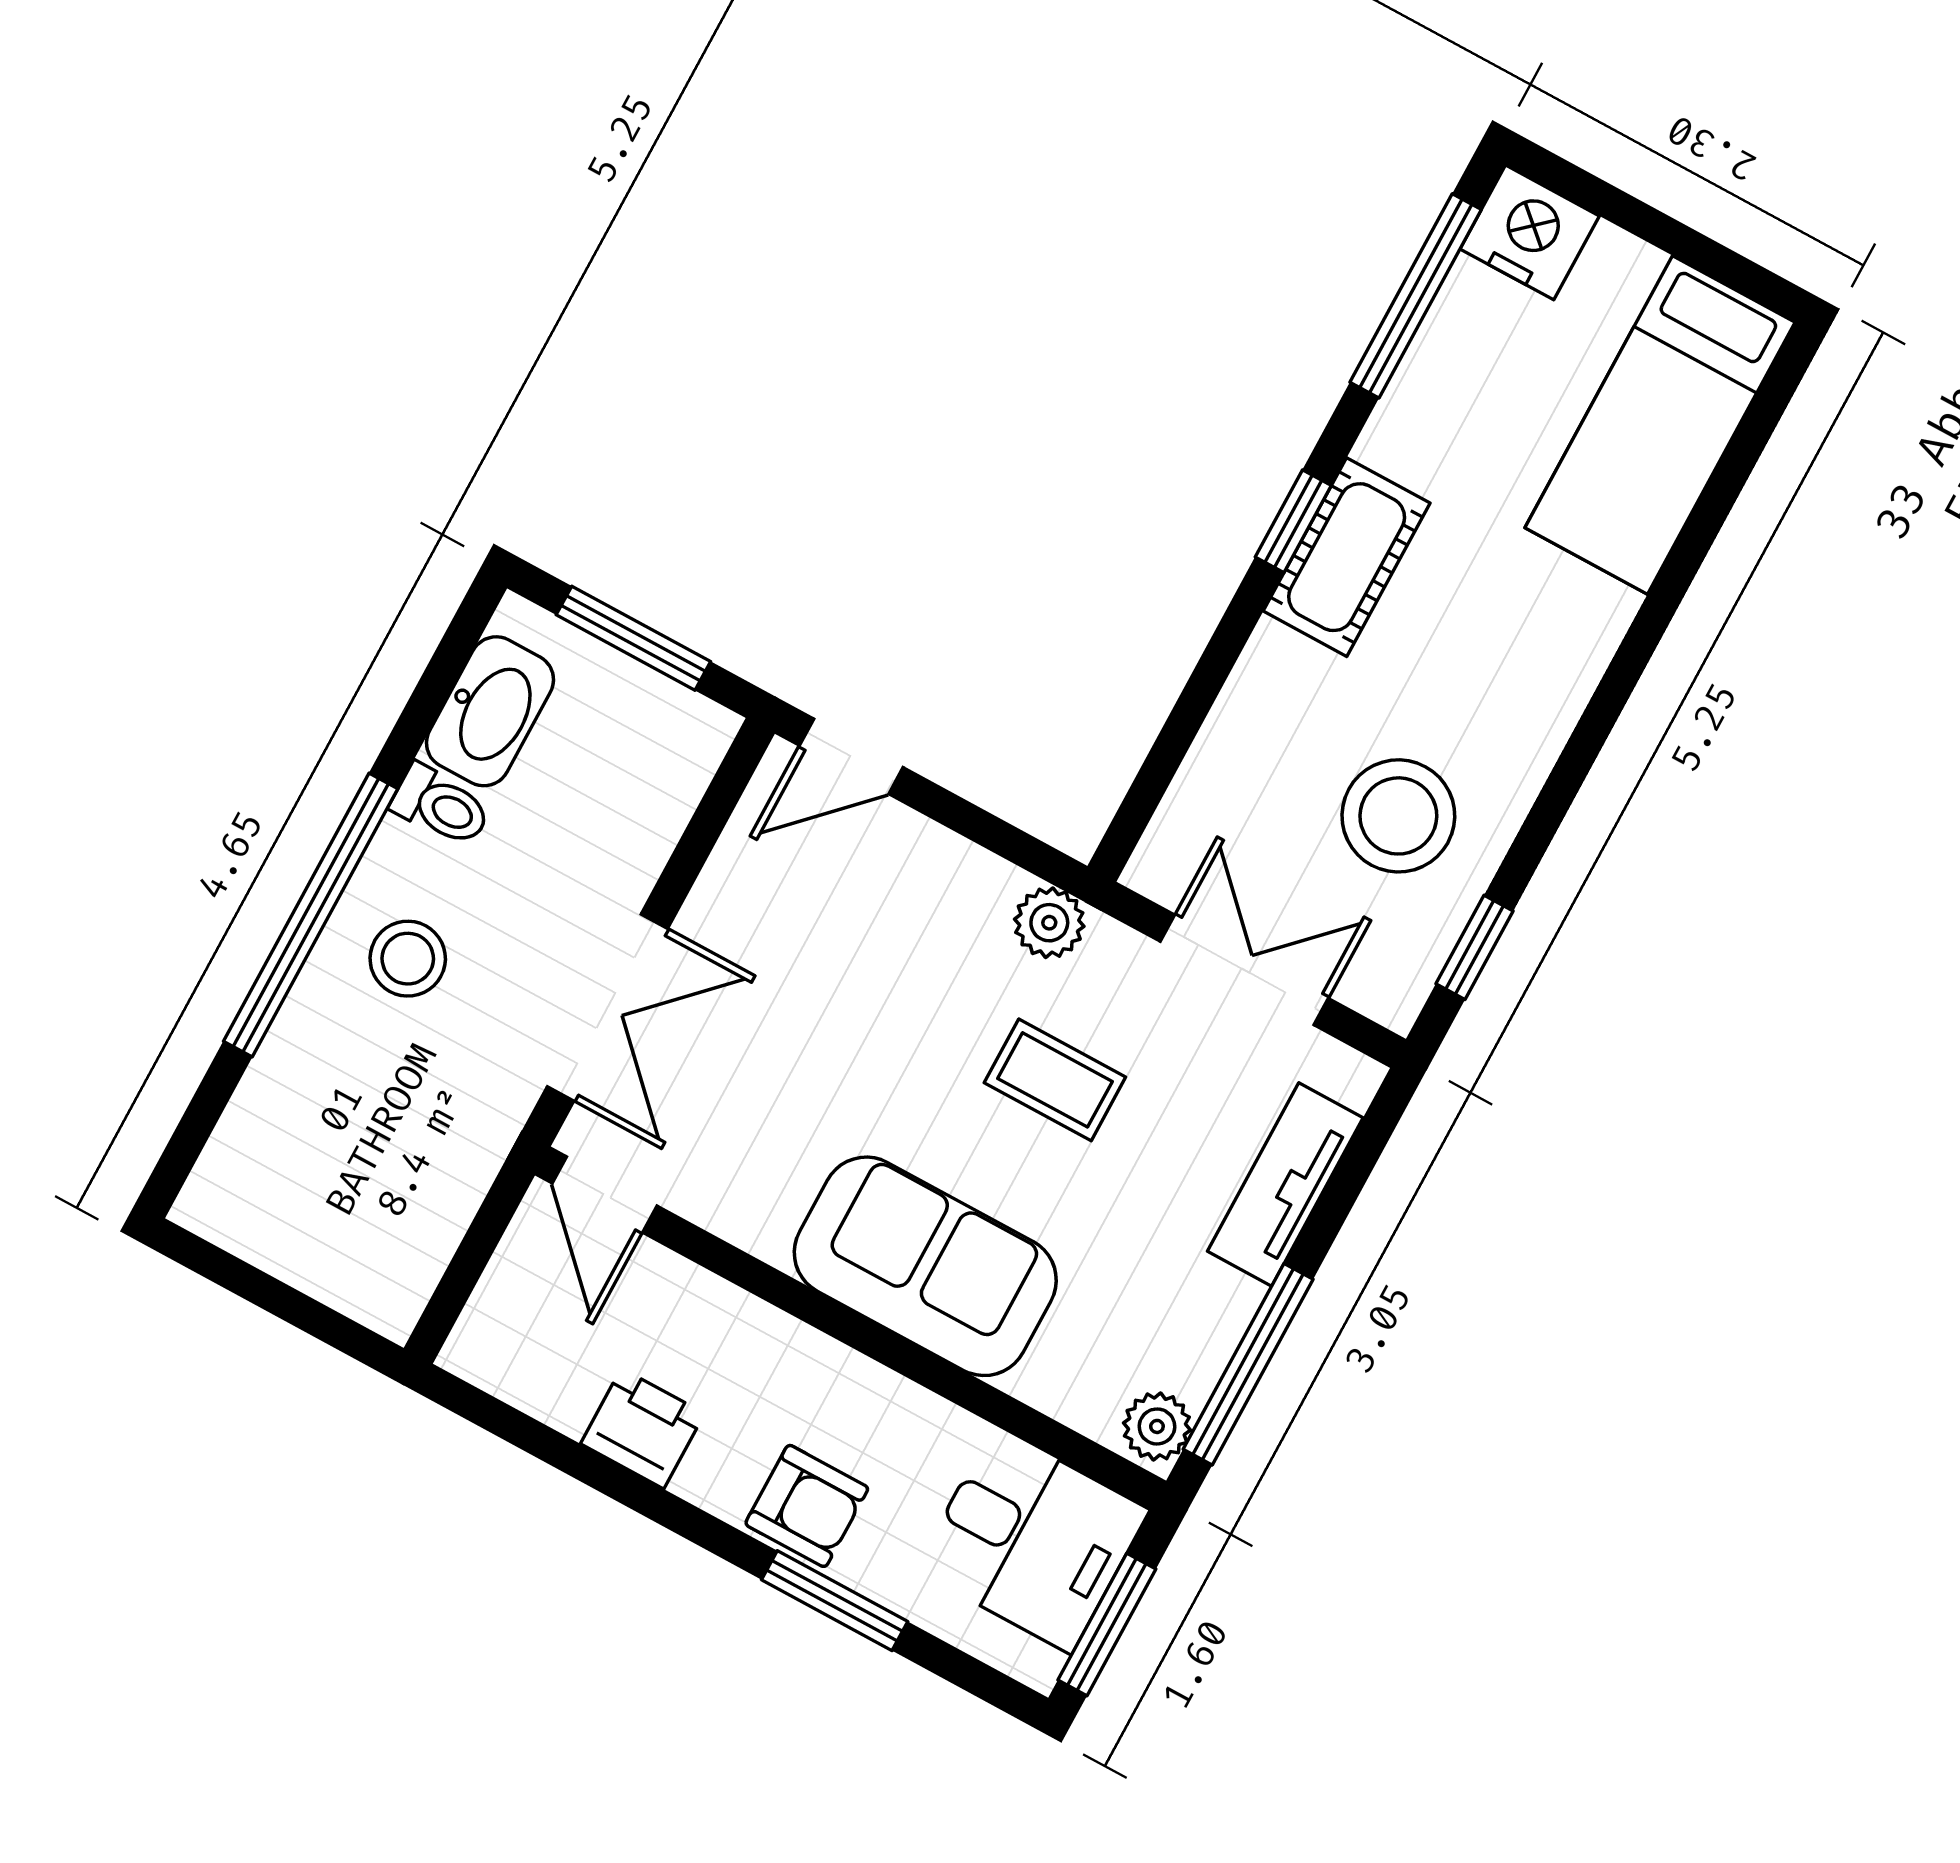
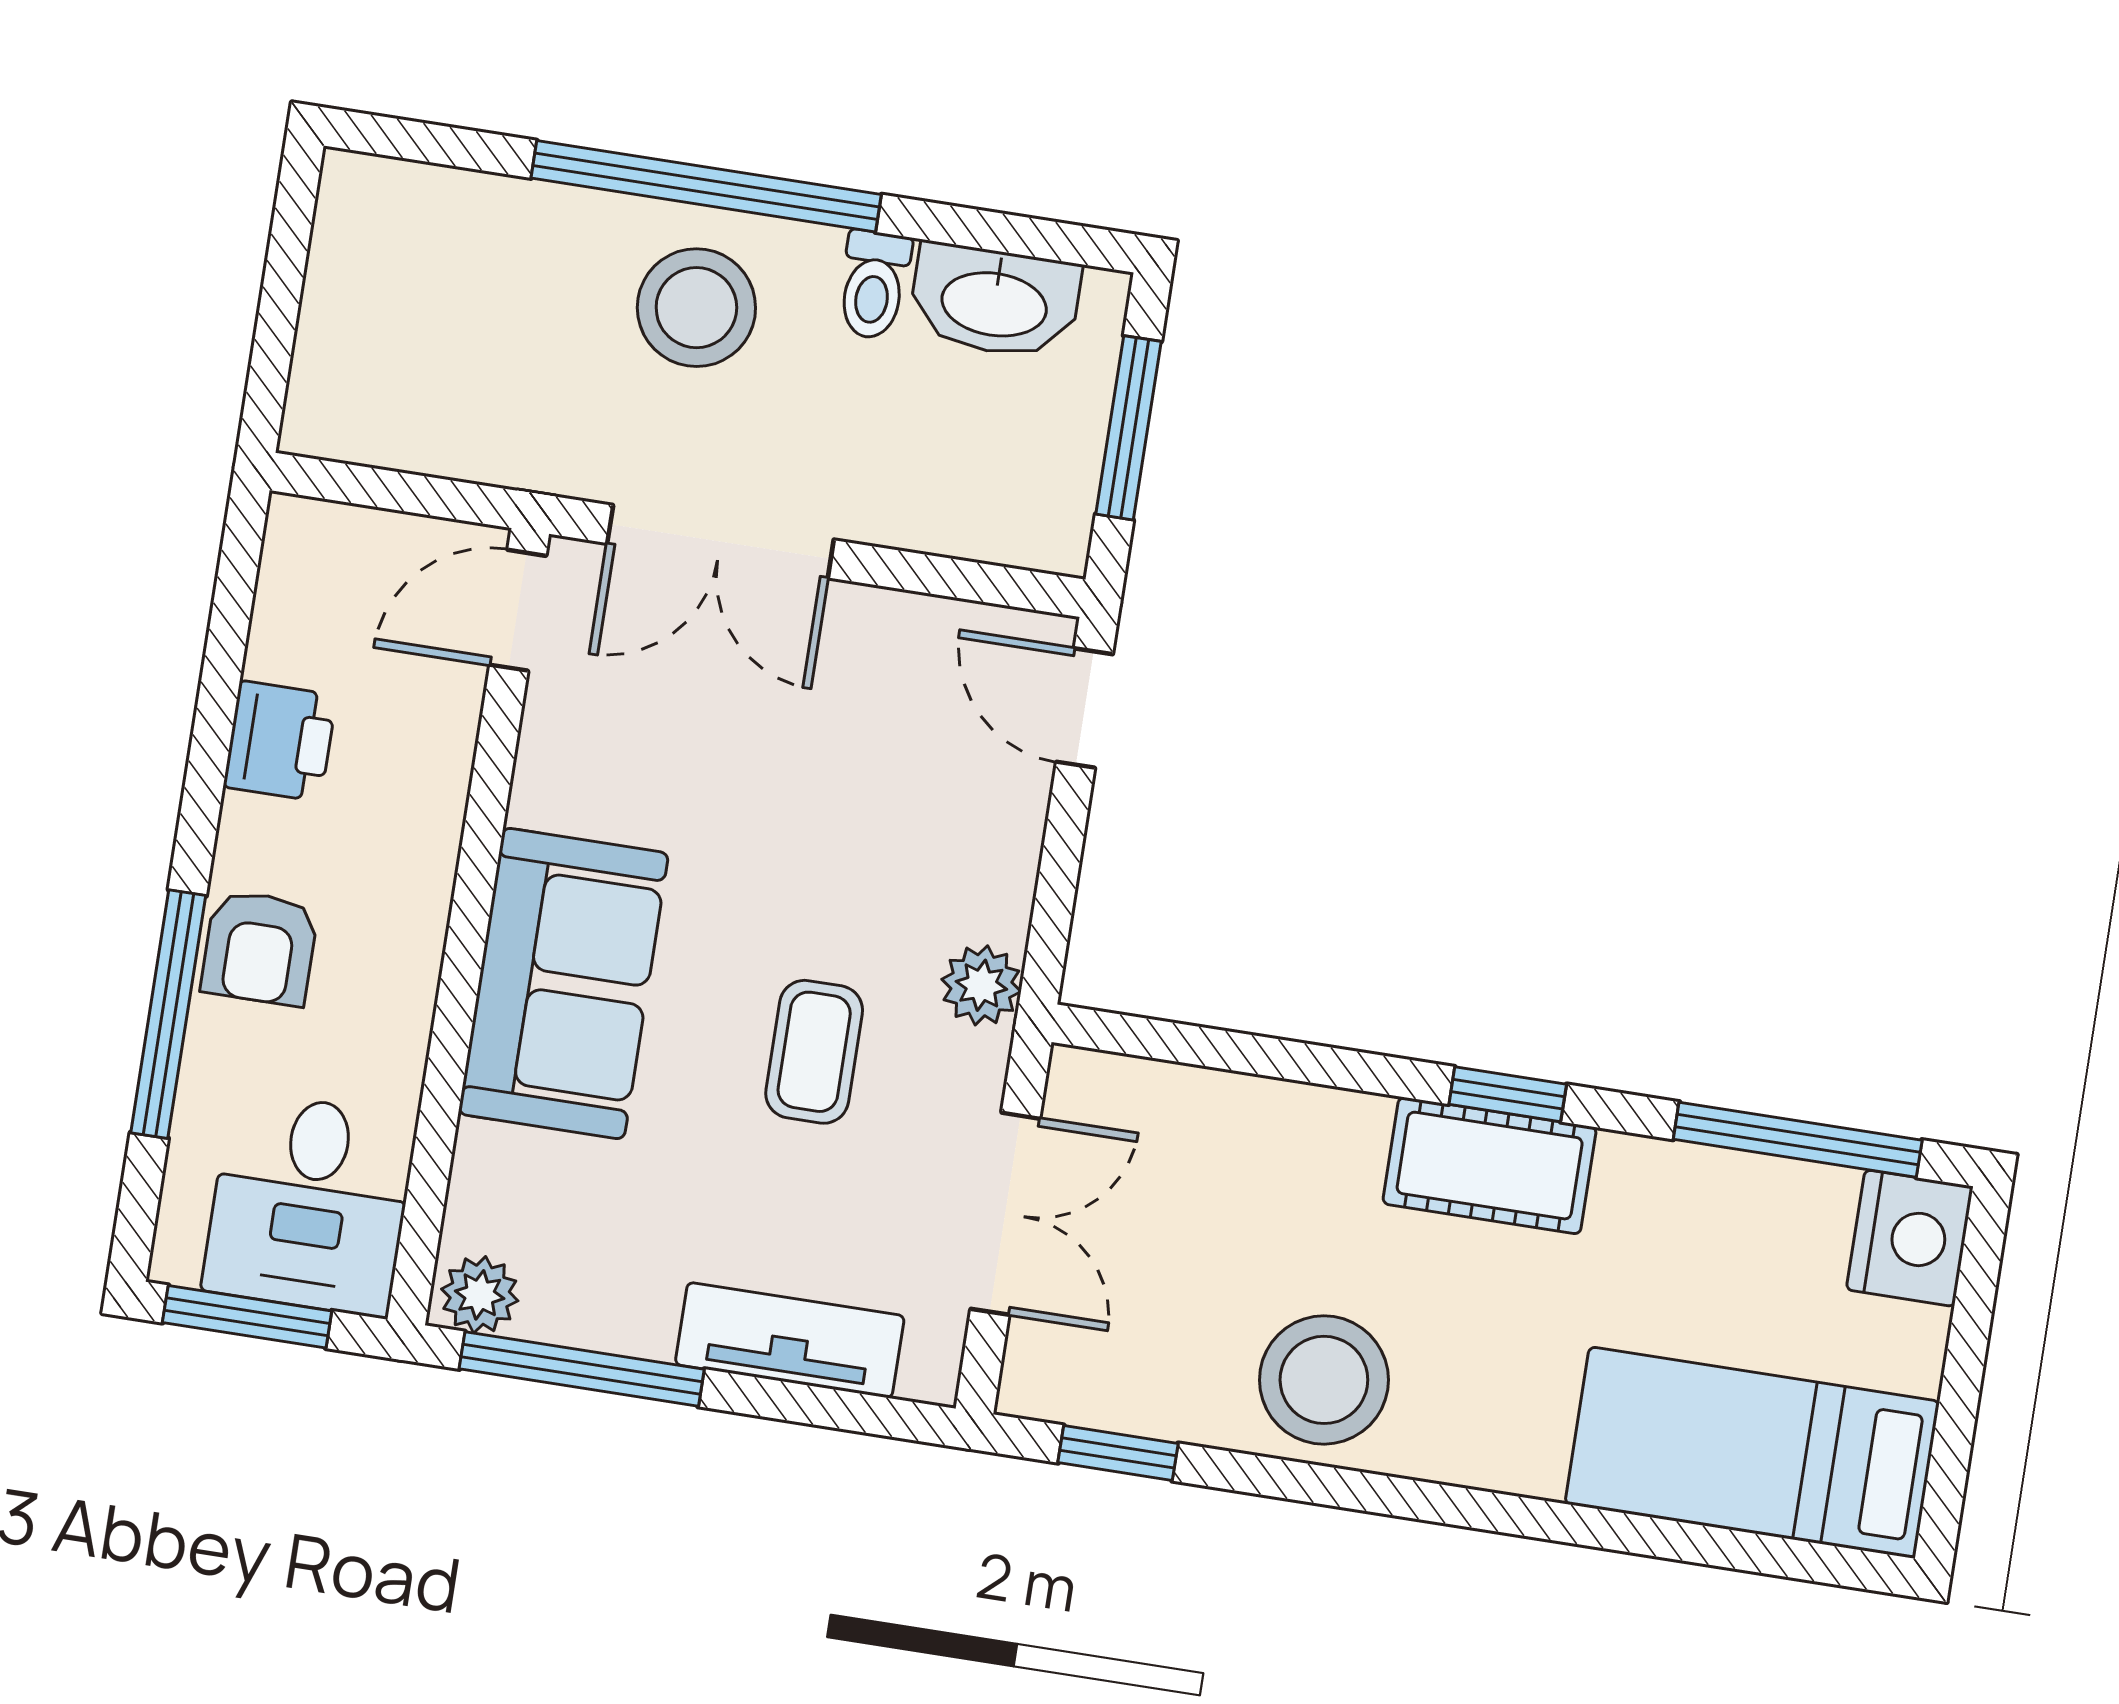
stool: (1398, 816) -> (1324, 1380), moved
stool: (408, 959) -> (696, 308), width x1.38, depth x1.38
window: (835, 1601) -> (168, 1014), width x1.44

